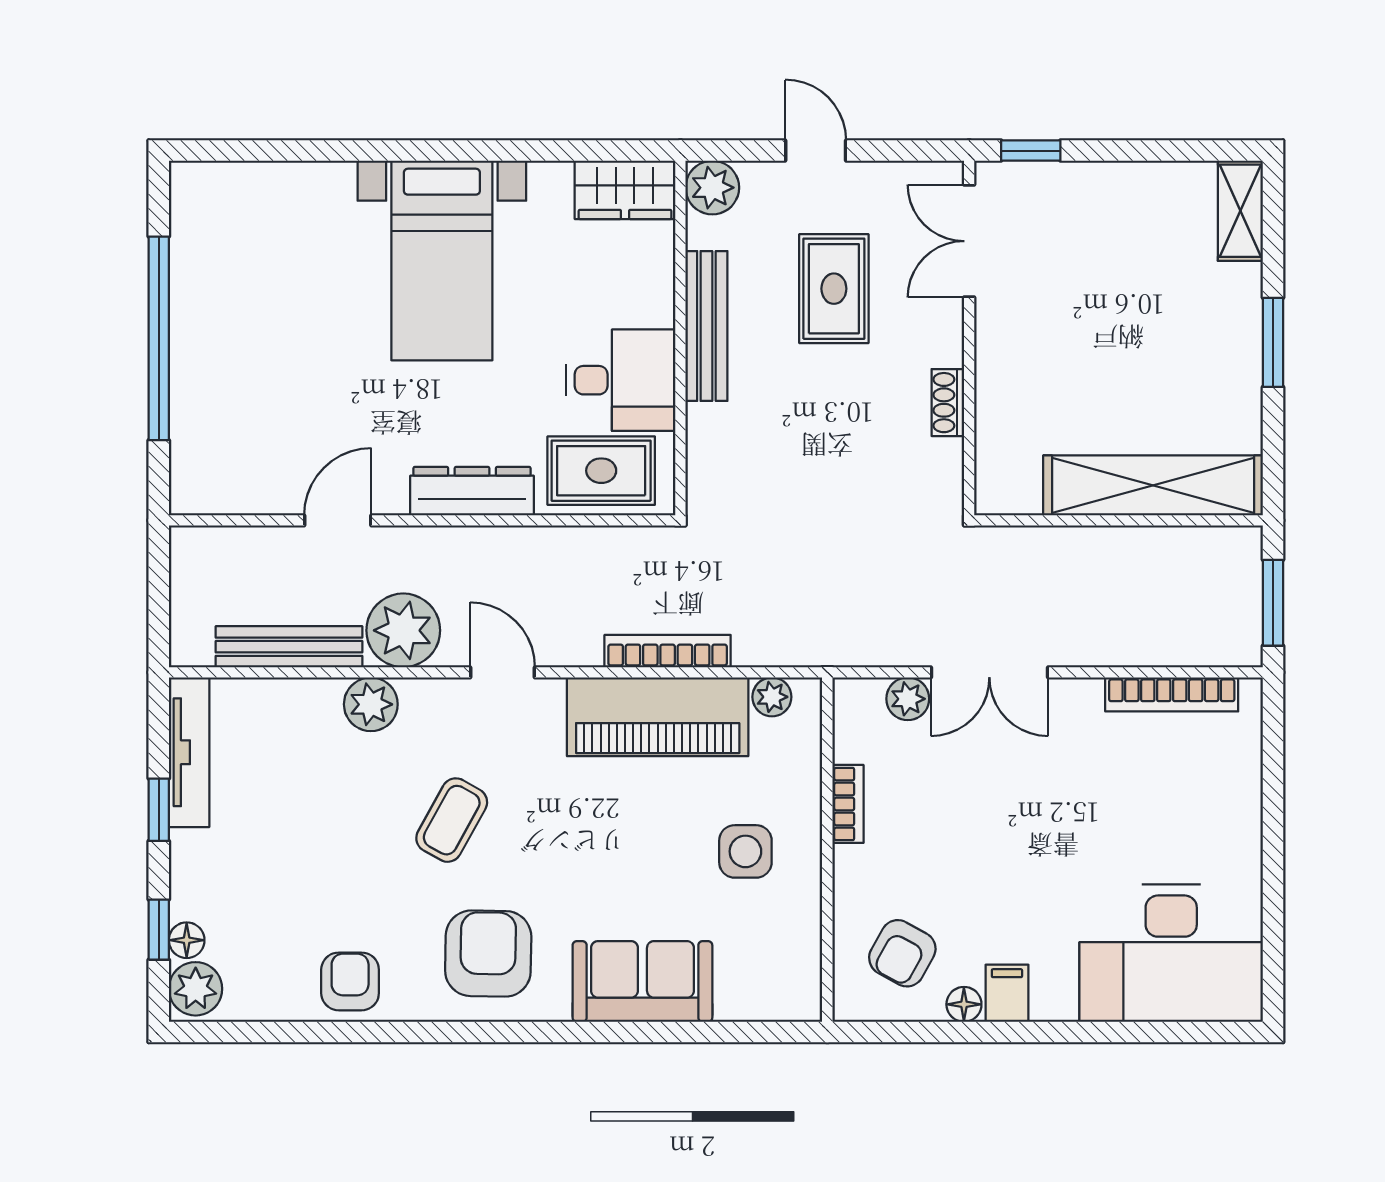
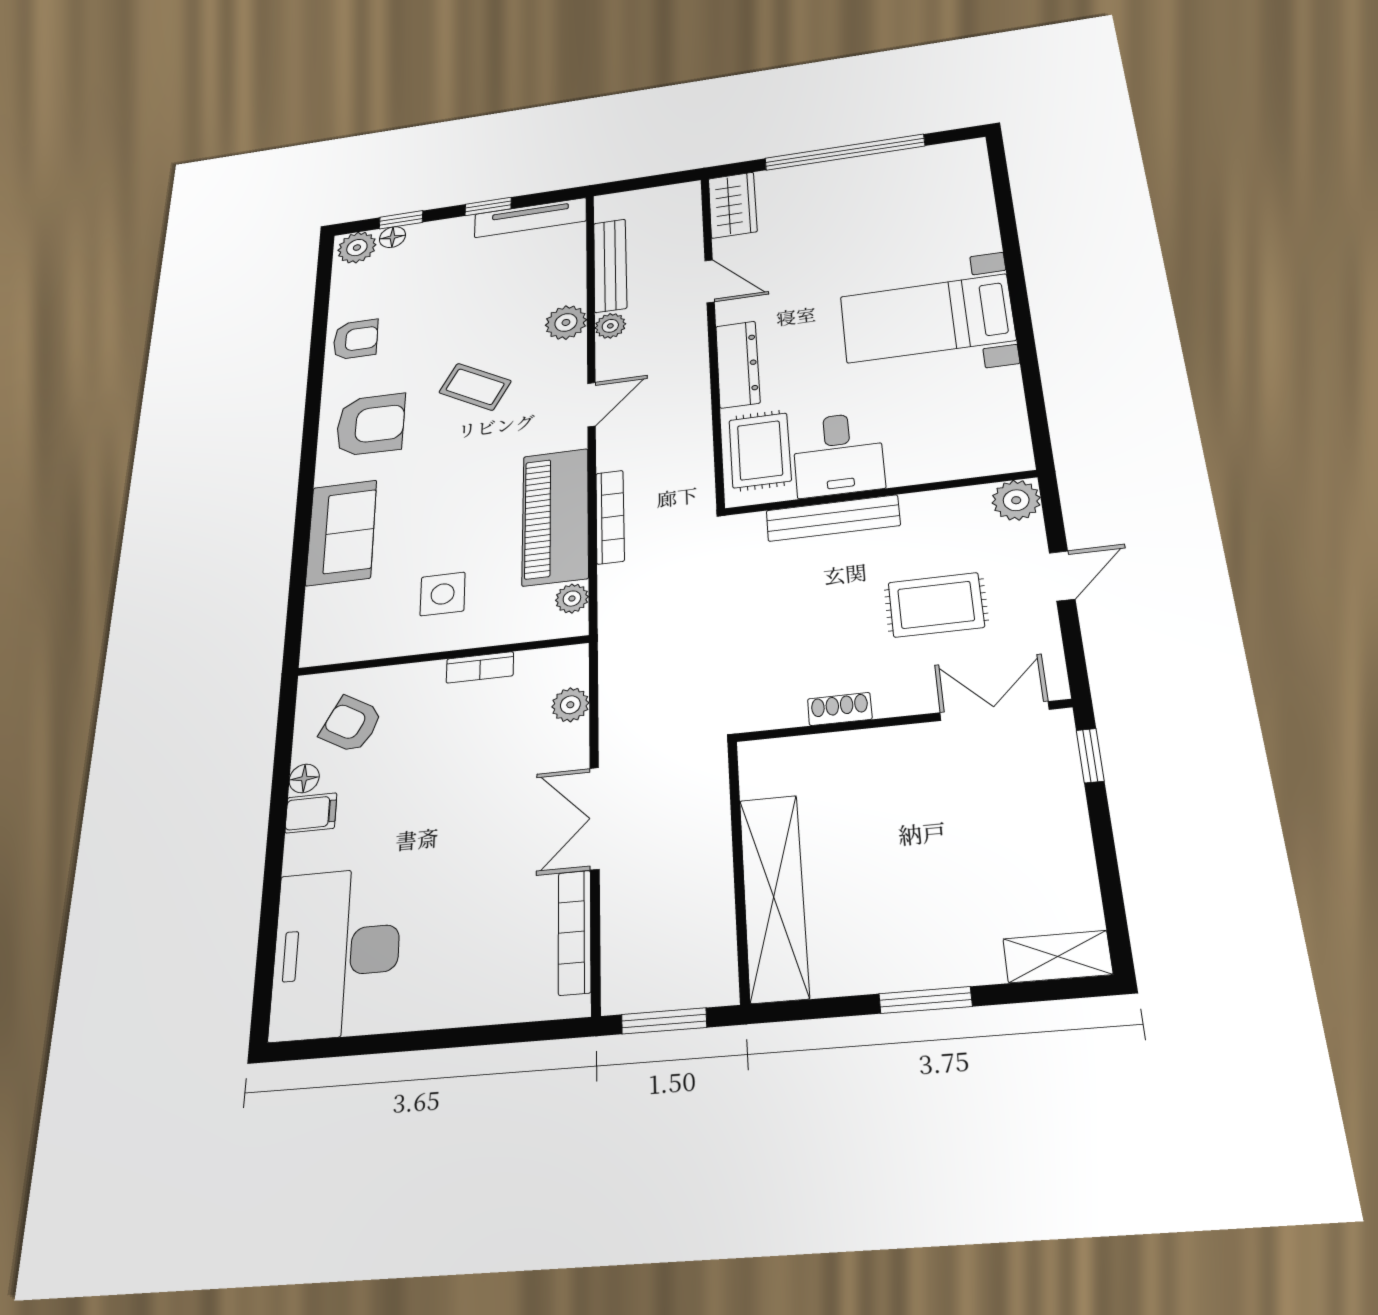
wardrobe: (625, 190) -> (733, 205), moved, turned 180
bench: (706, 326) -> (833, 518), moved
plant: (403, 630) -> (610, 326), width x0.53, depth x0.53
double door: (989, 672) -> (595, 818), moved

